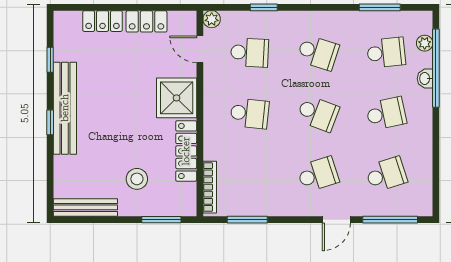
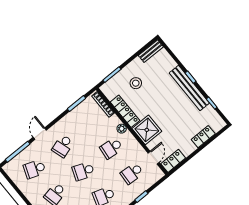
plant: (212, 19) -> (122, 129), moved
locker: (147, 21) -> (173, 161), moved
door: (200, 49) -> (154, 158), hinge flipped
school desk: (386, 174) -> (35, 169), turned 39
bench: (85, 207) -> (151, 51), width x0.73

